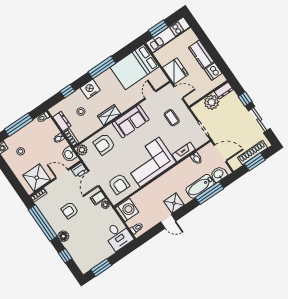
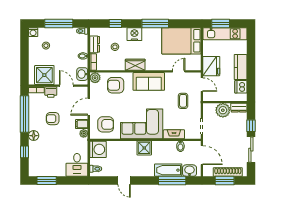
printer: (79, 170) -> (51, 92), moved
armchair: (119, 184) -> (106, 124), turned -90
shower: (174, 203) -> (144, 148), moved

